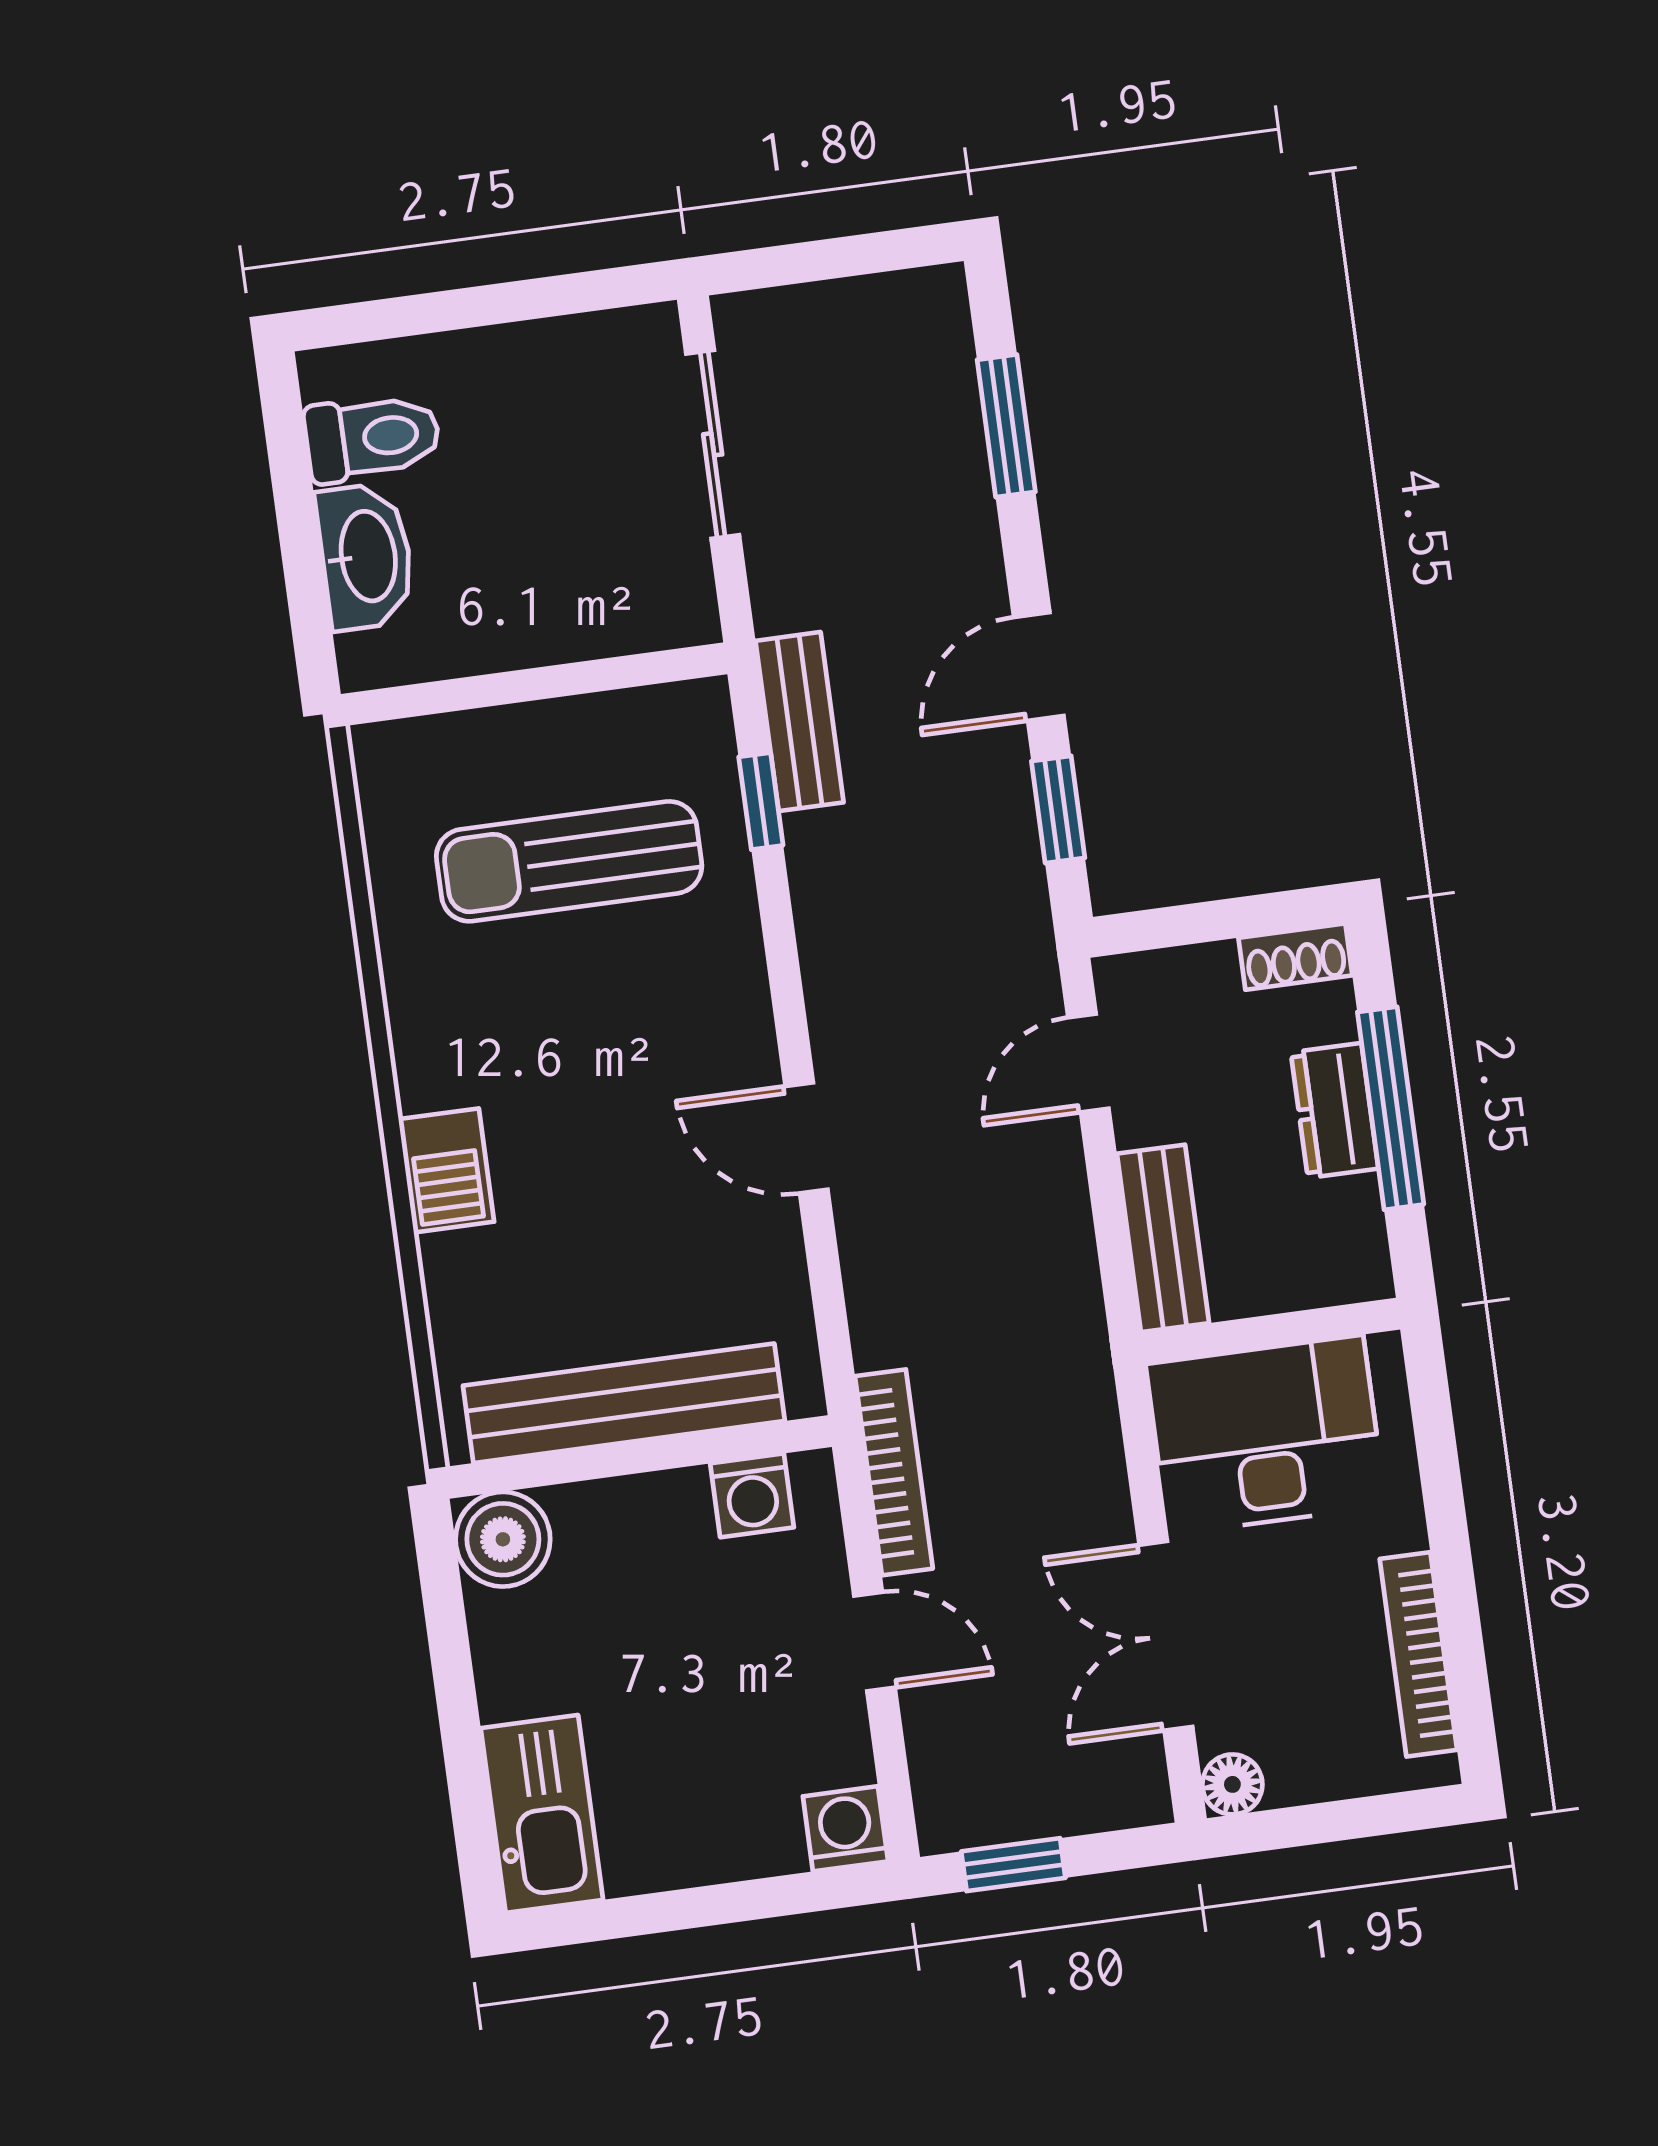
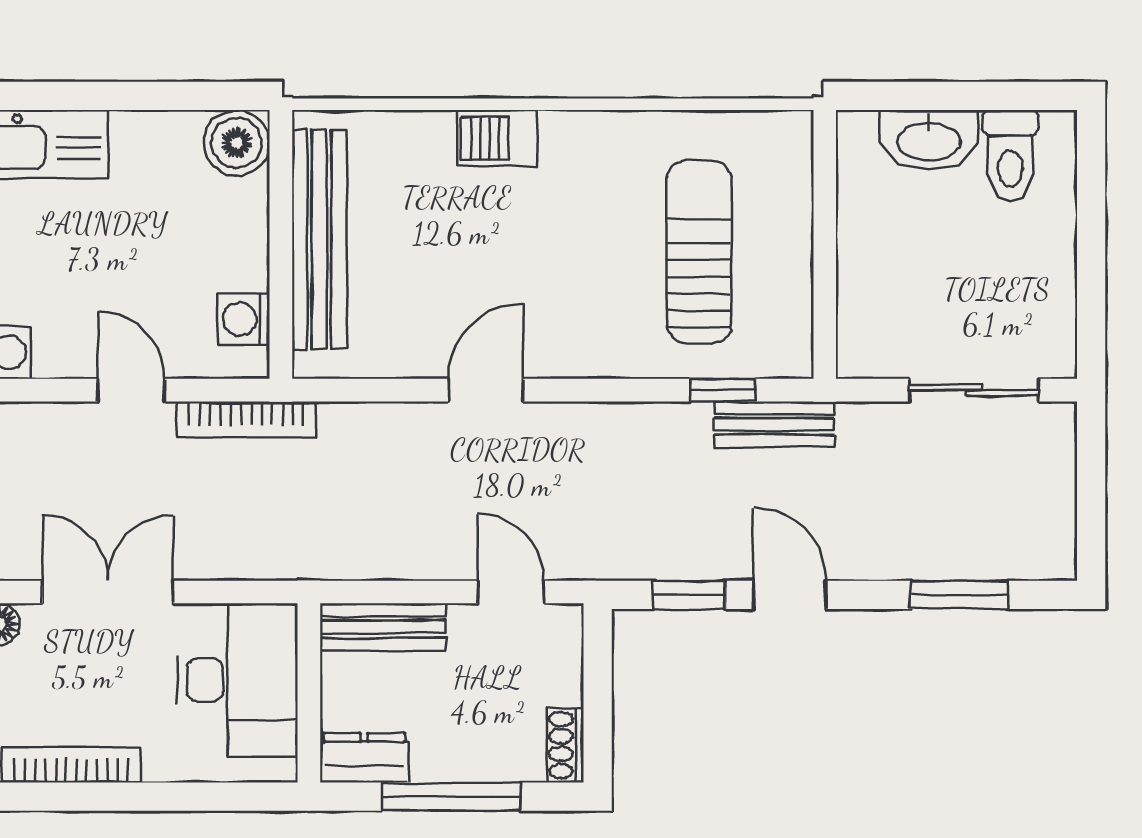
dresser: (1335, 1110) -> (364, 758), moved
door: (875, 1642) -> (131, 390), swing flipped

